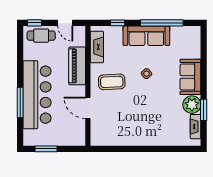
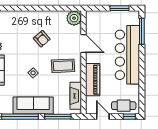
window: (118, 23) -> (58, 117), width x2.17
window: (20, 103) -> (142, 31), moved
armchair: (136, 113) -> (42, 39), added
plant: (99, 137) -> (74, 18), added

